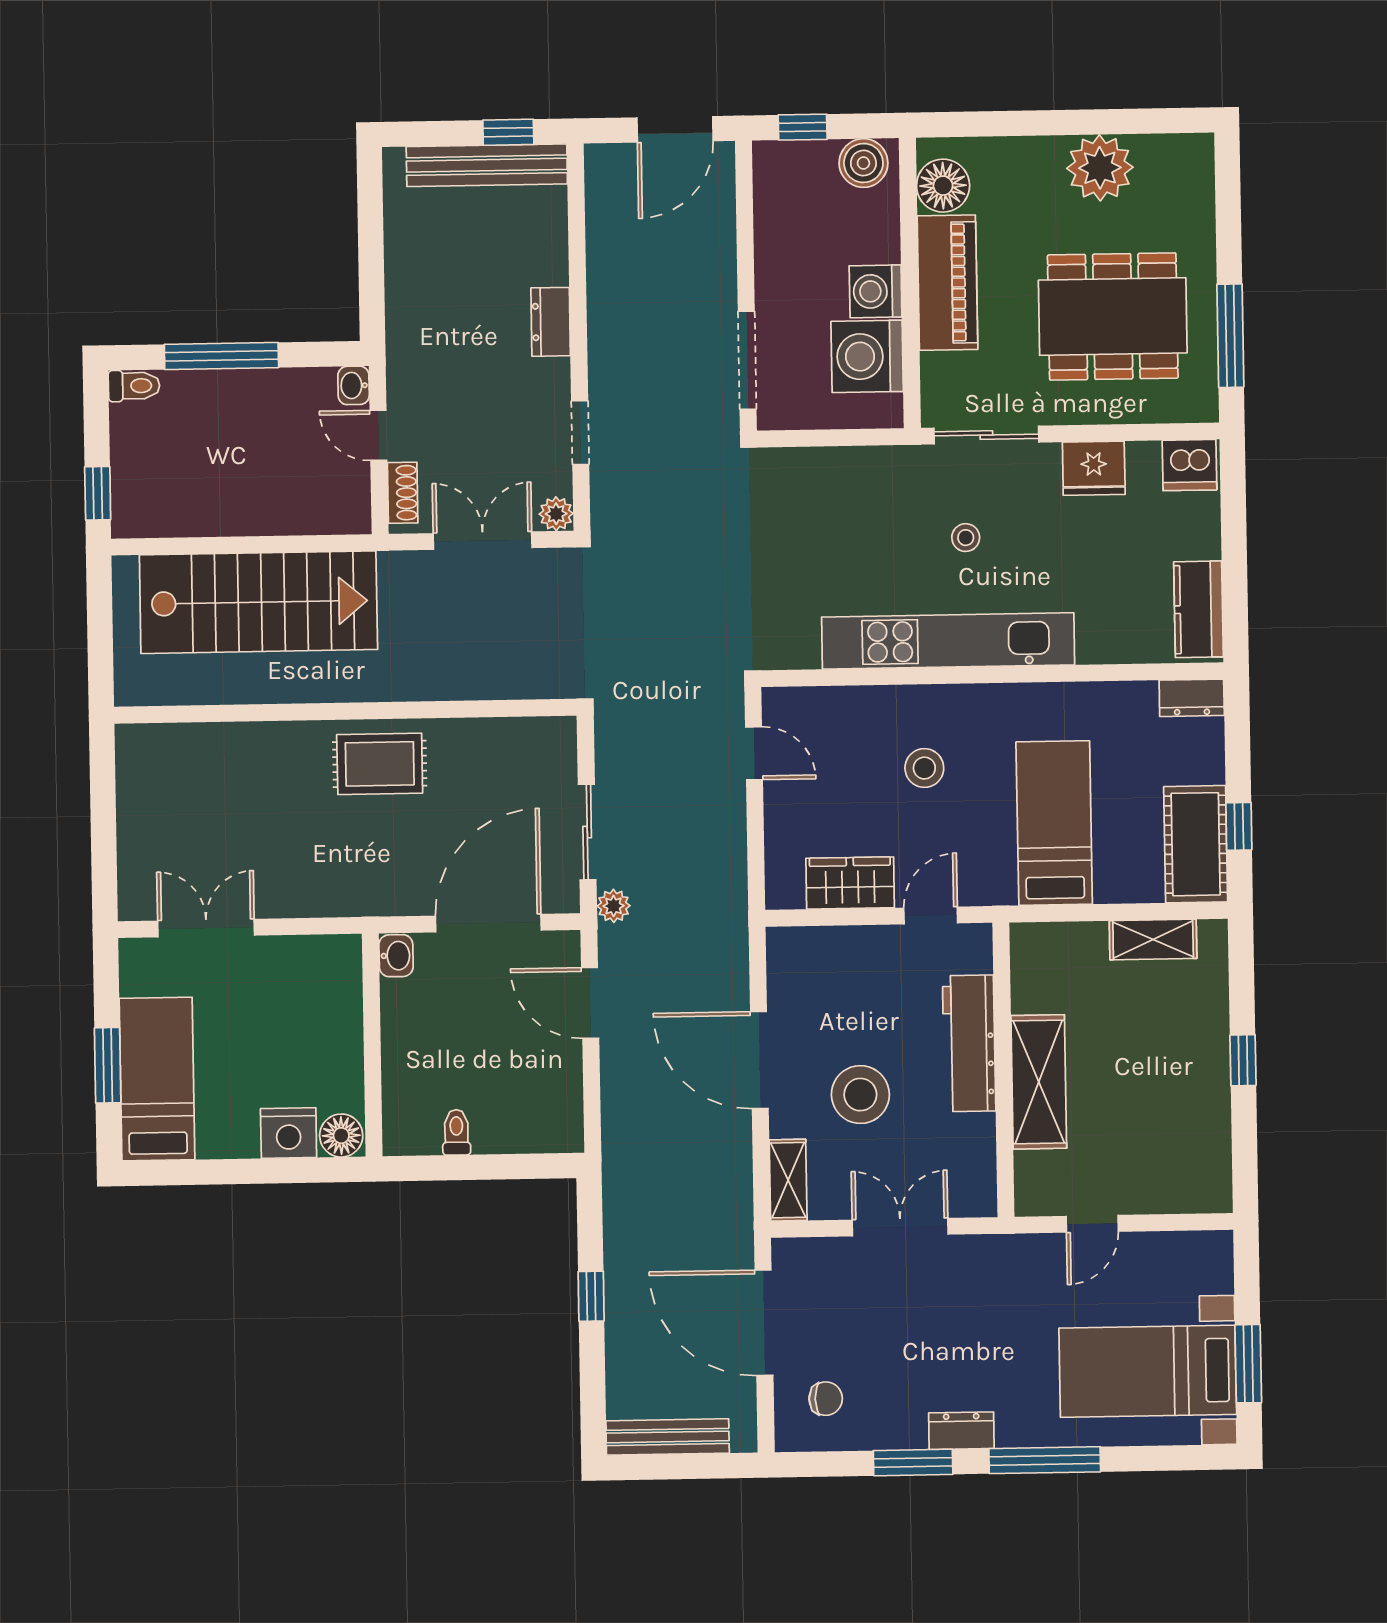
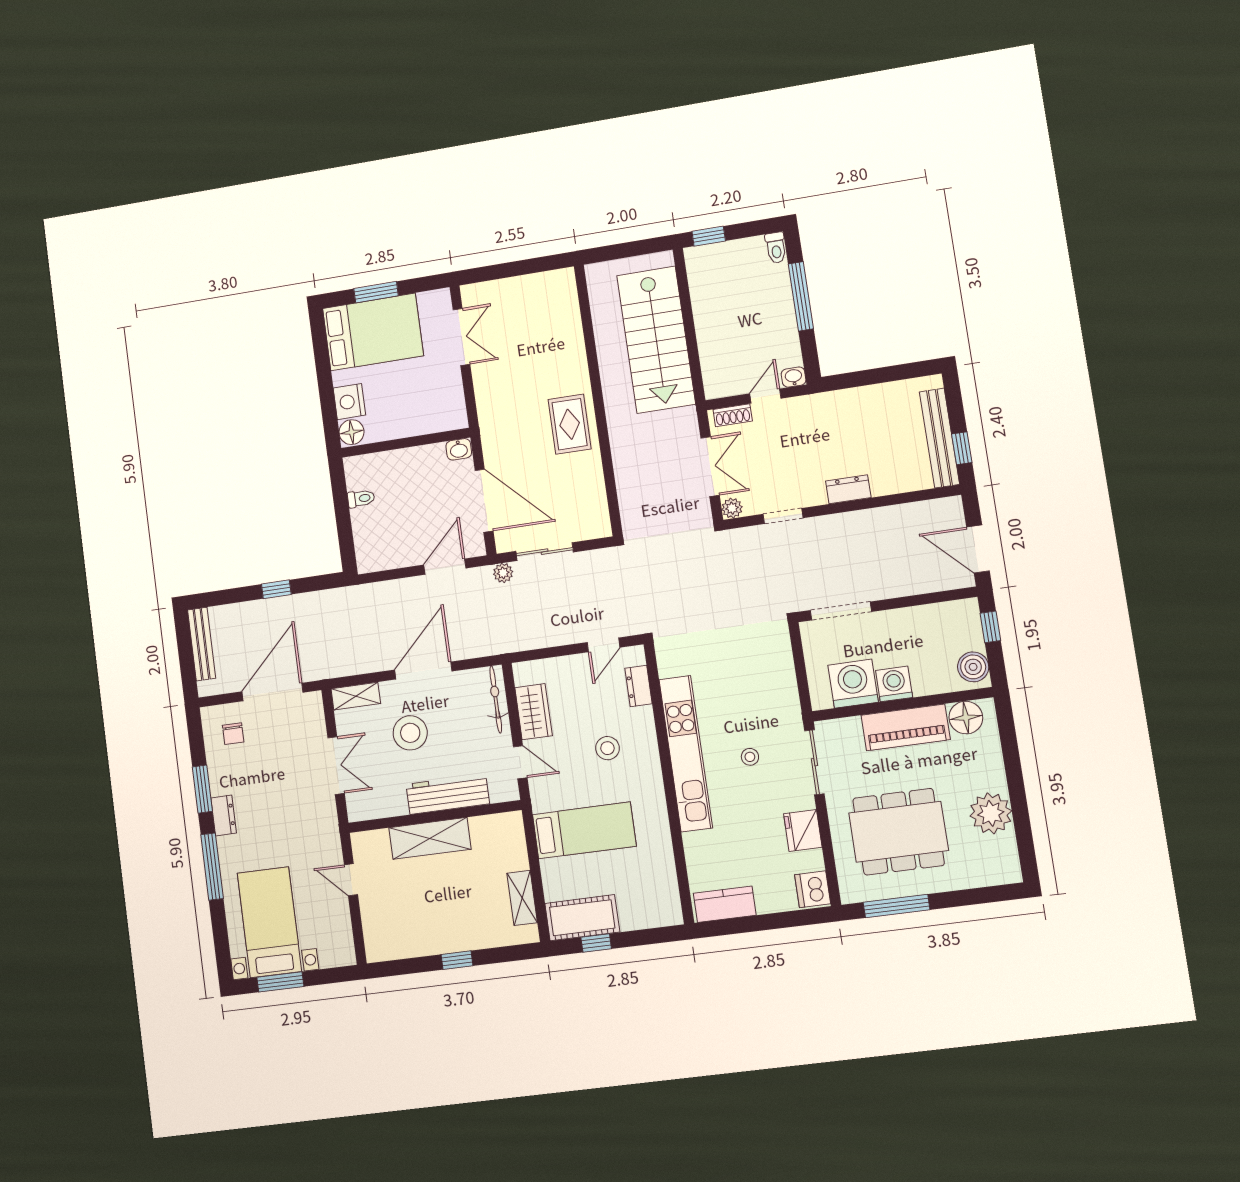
dining table: (1113, 317) -> (898, 832), turned 90
dresser: (1192, 698) -> (639, 686), moved
bicycle: (822, 944) -> (496, 700), added
bed: (157, 1079) -> (373, 332), width x1.50

